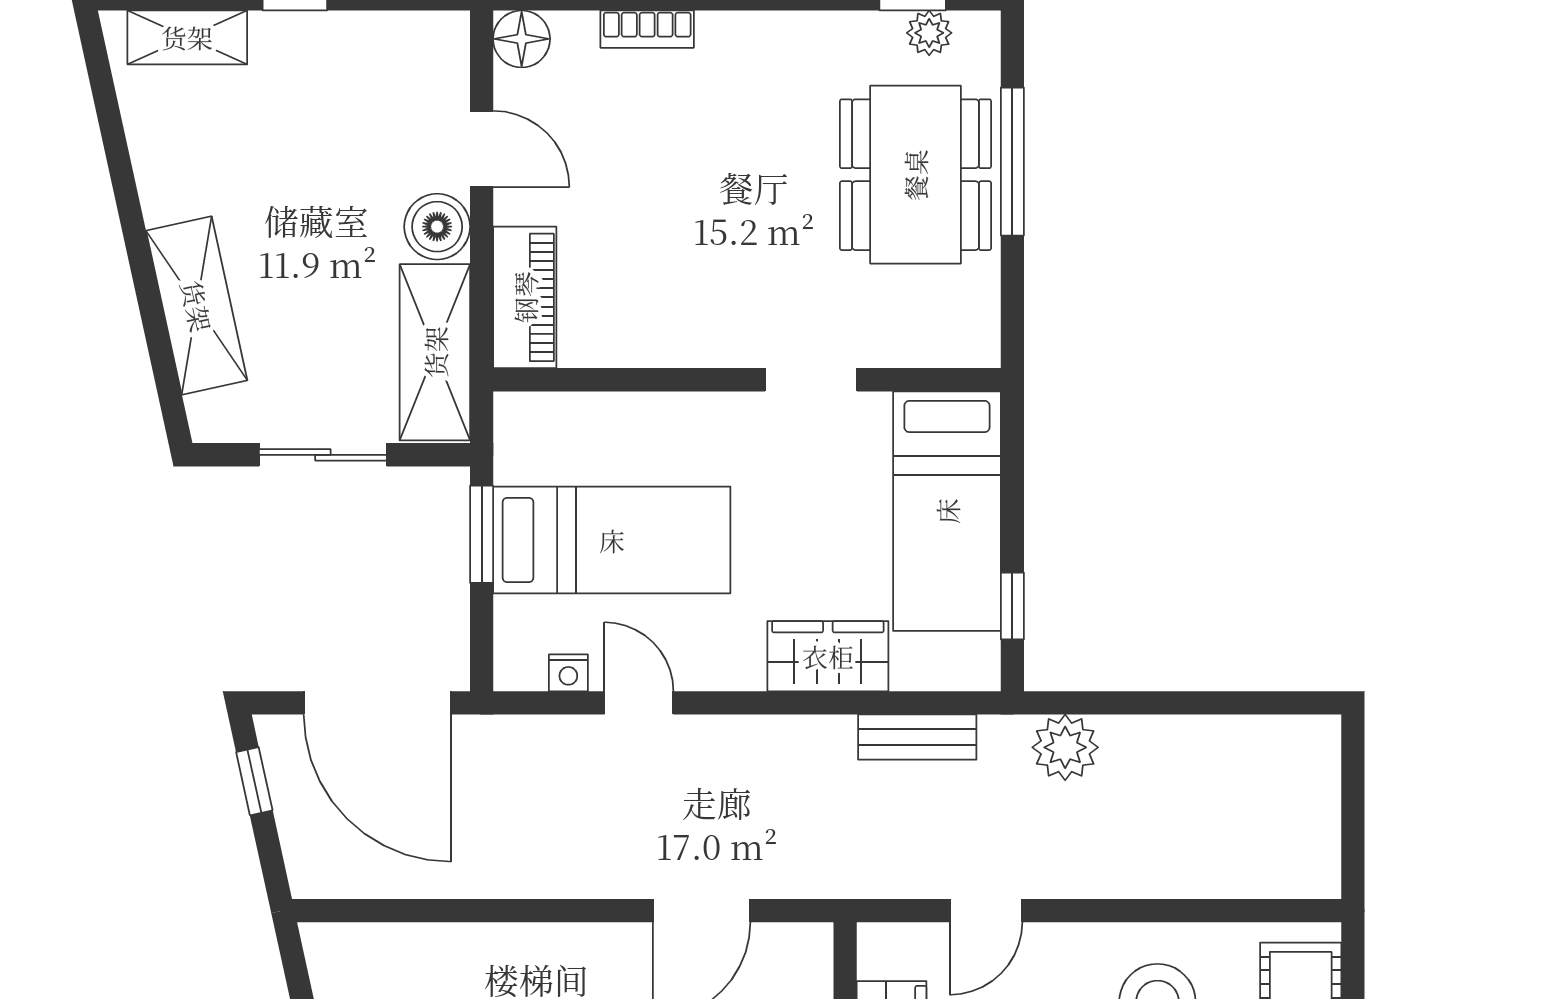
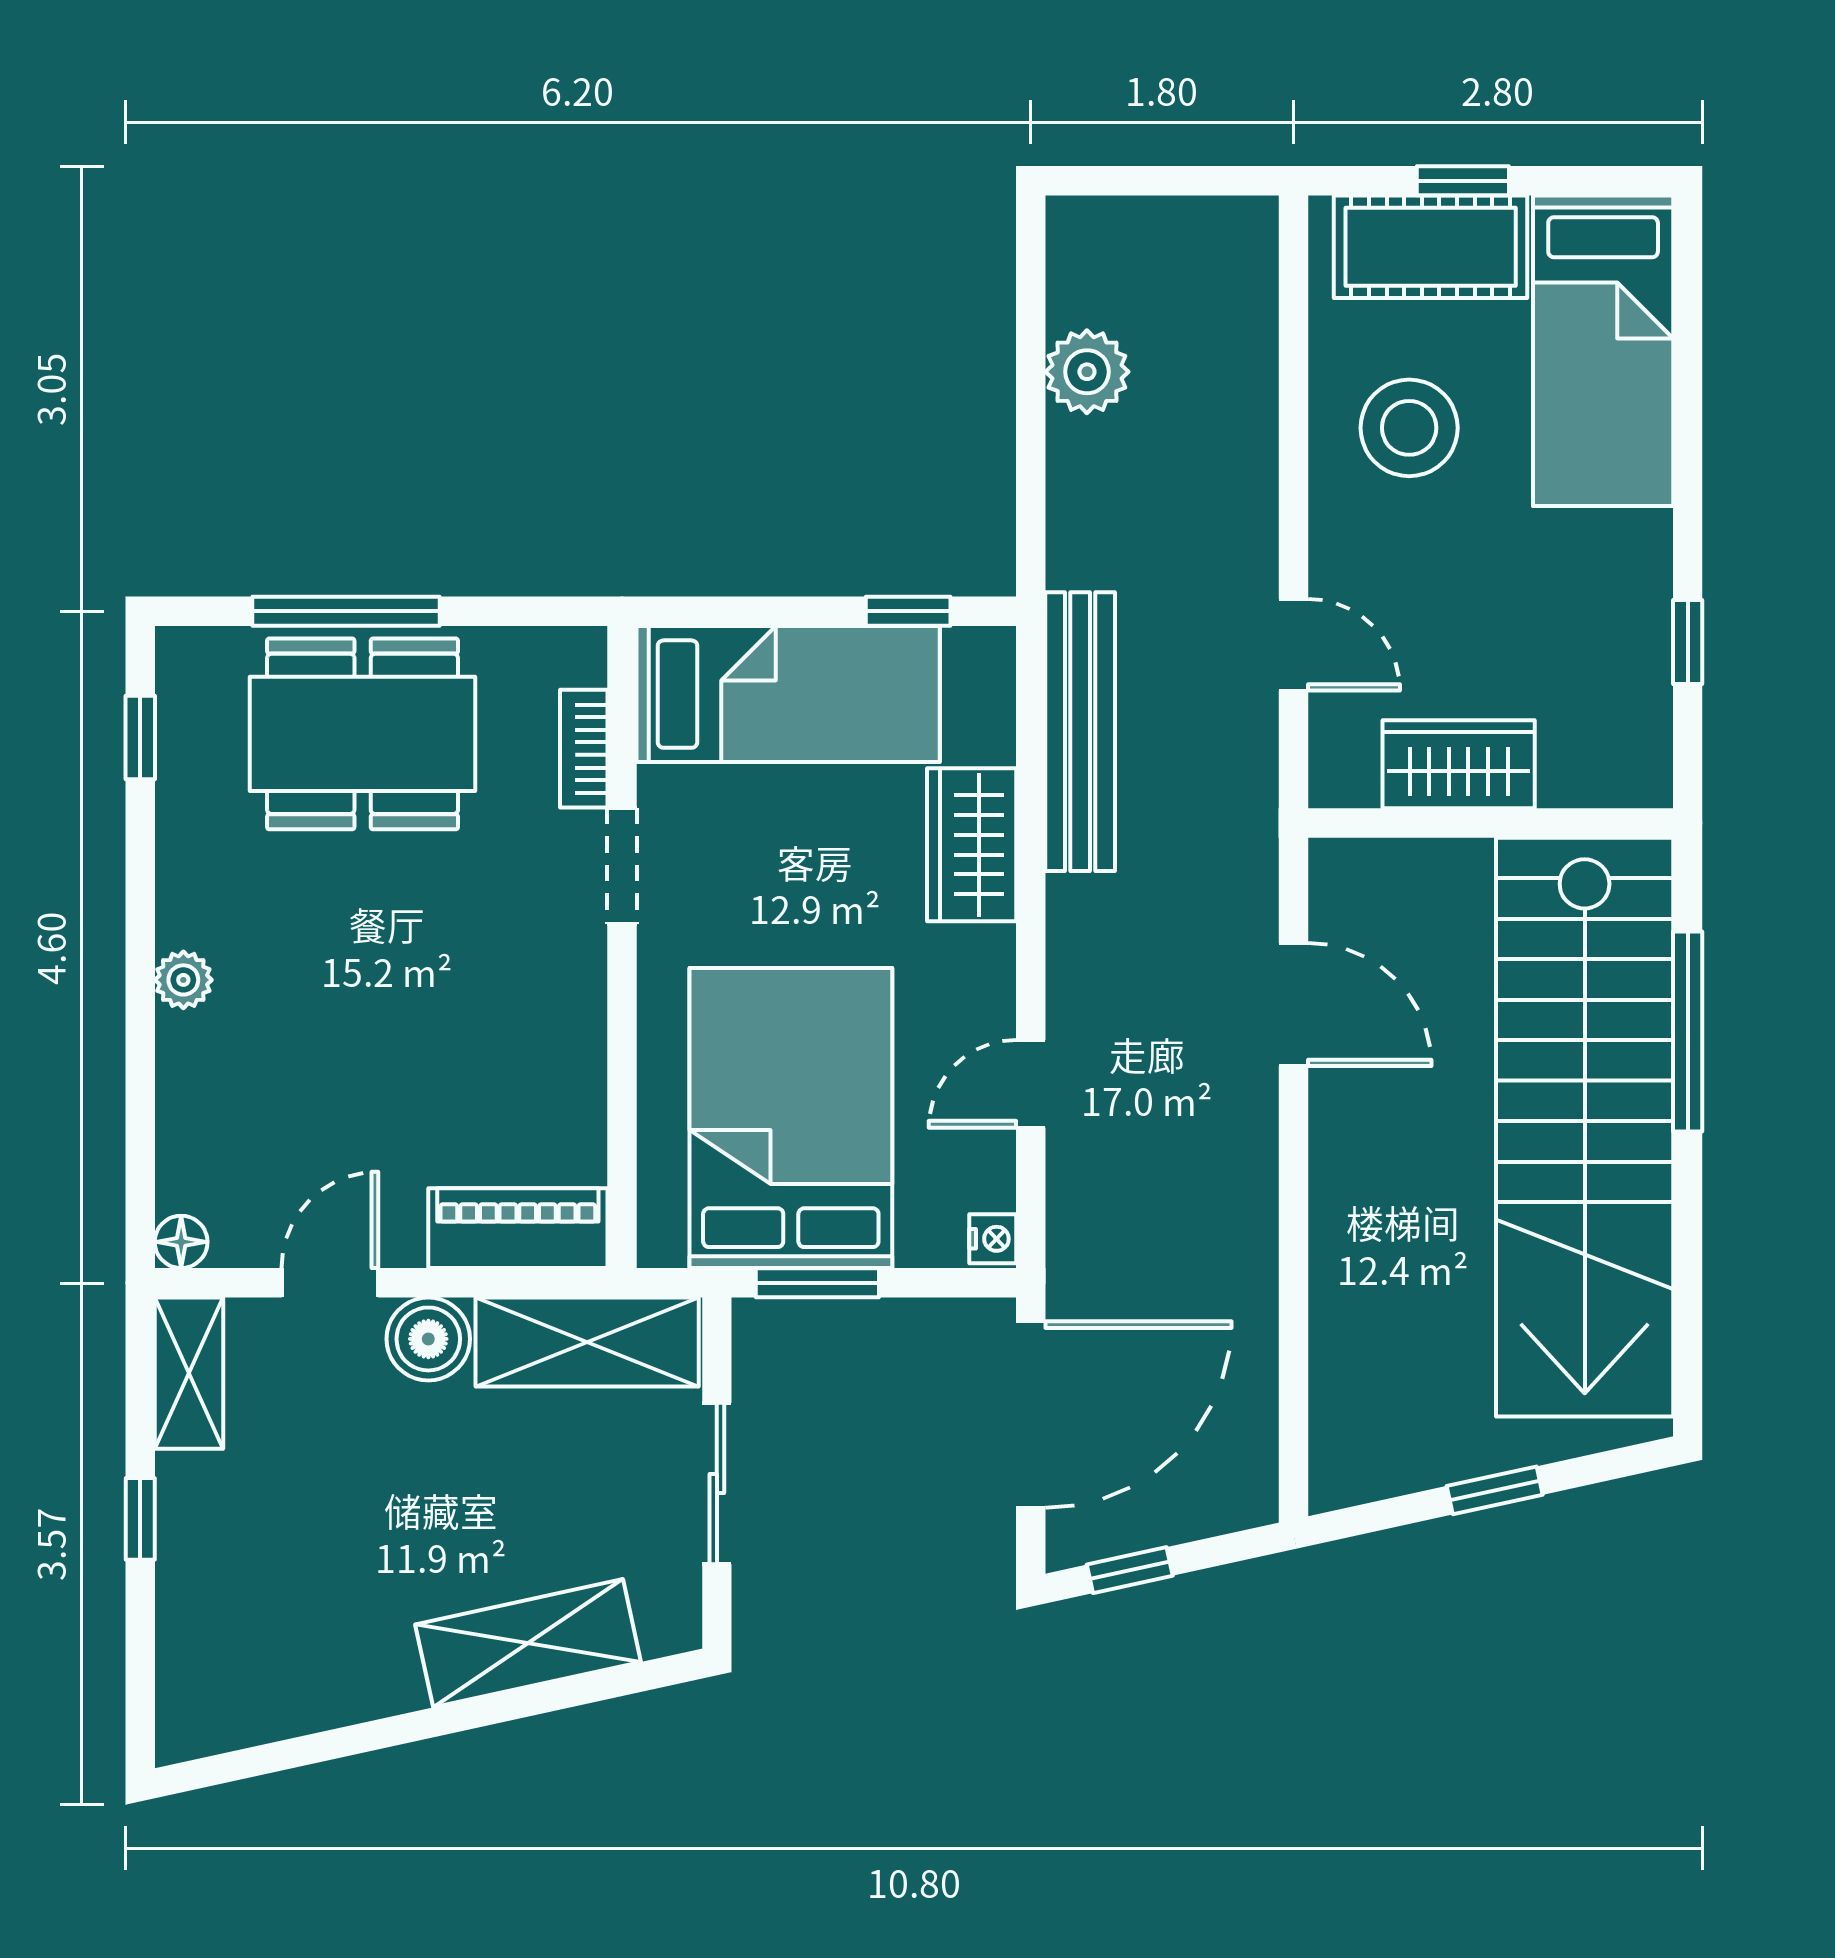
bookcase: (647, 29) -> (584, 749), moved, turned 180
plant: (929, 33) -> (183, 980), moved
shelving: (187, 37) -> (189, 1373), moved
floor lamp: (522, 39) -> (181, 1242), width x0.73, depth x0.73
bed: (612, 540) -> (791, 1118), width x1.50
nightstand: (568, 673) -> (993, 1239), moved
bench: (917, 737) -> (1080, 732), width x1.86, depth x1.21
plant: (1065, 747) -> (1087, 372), moved

